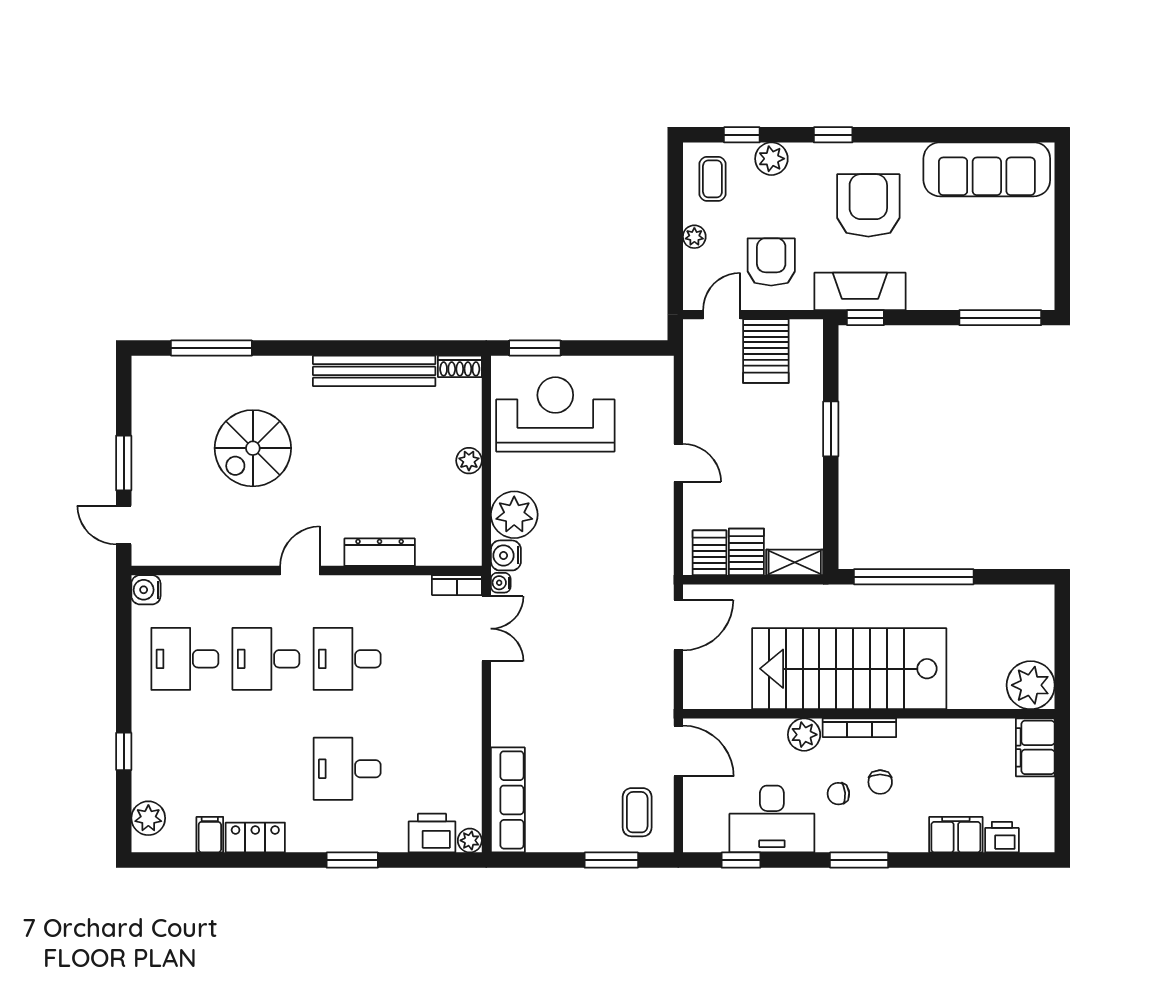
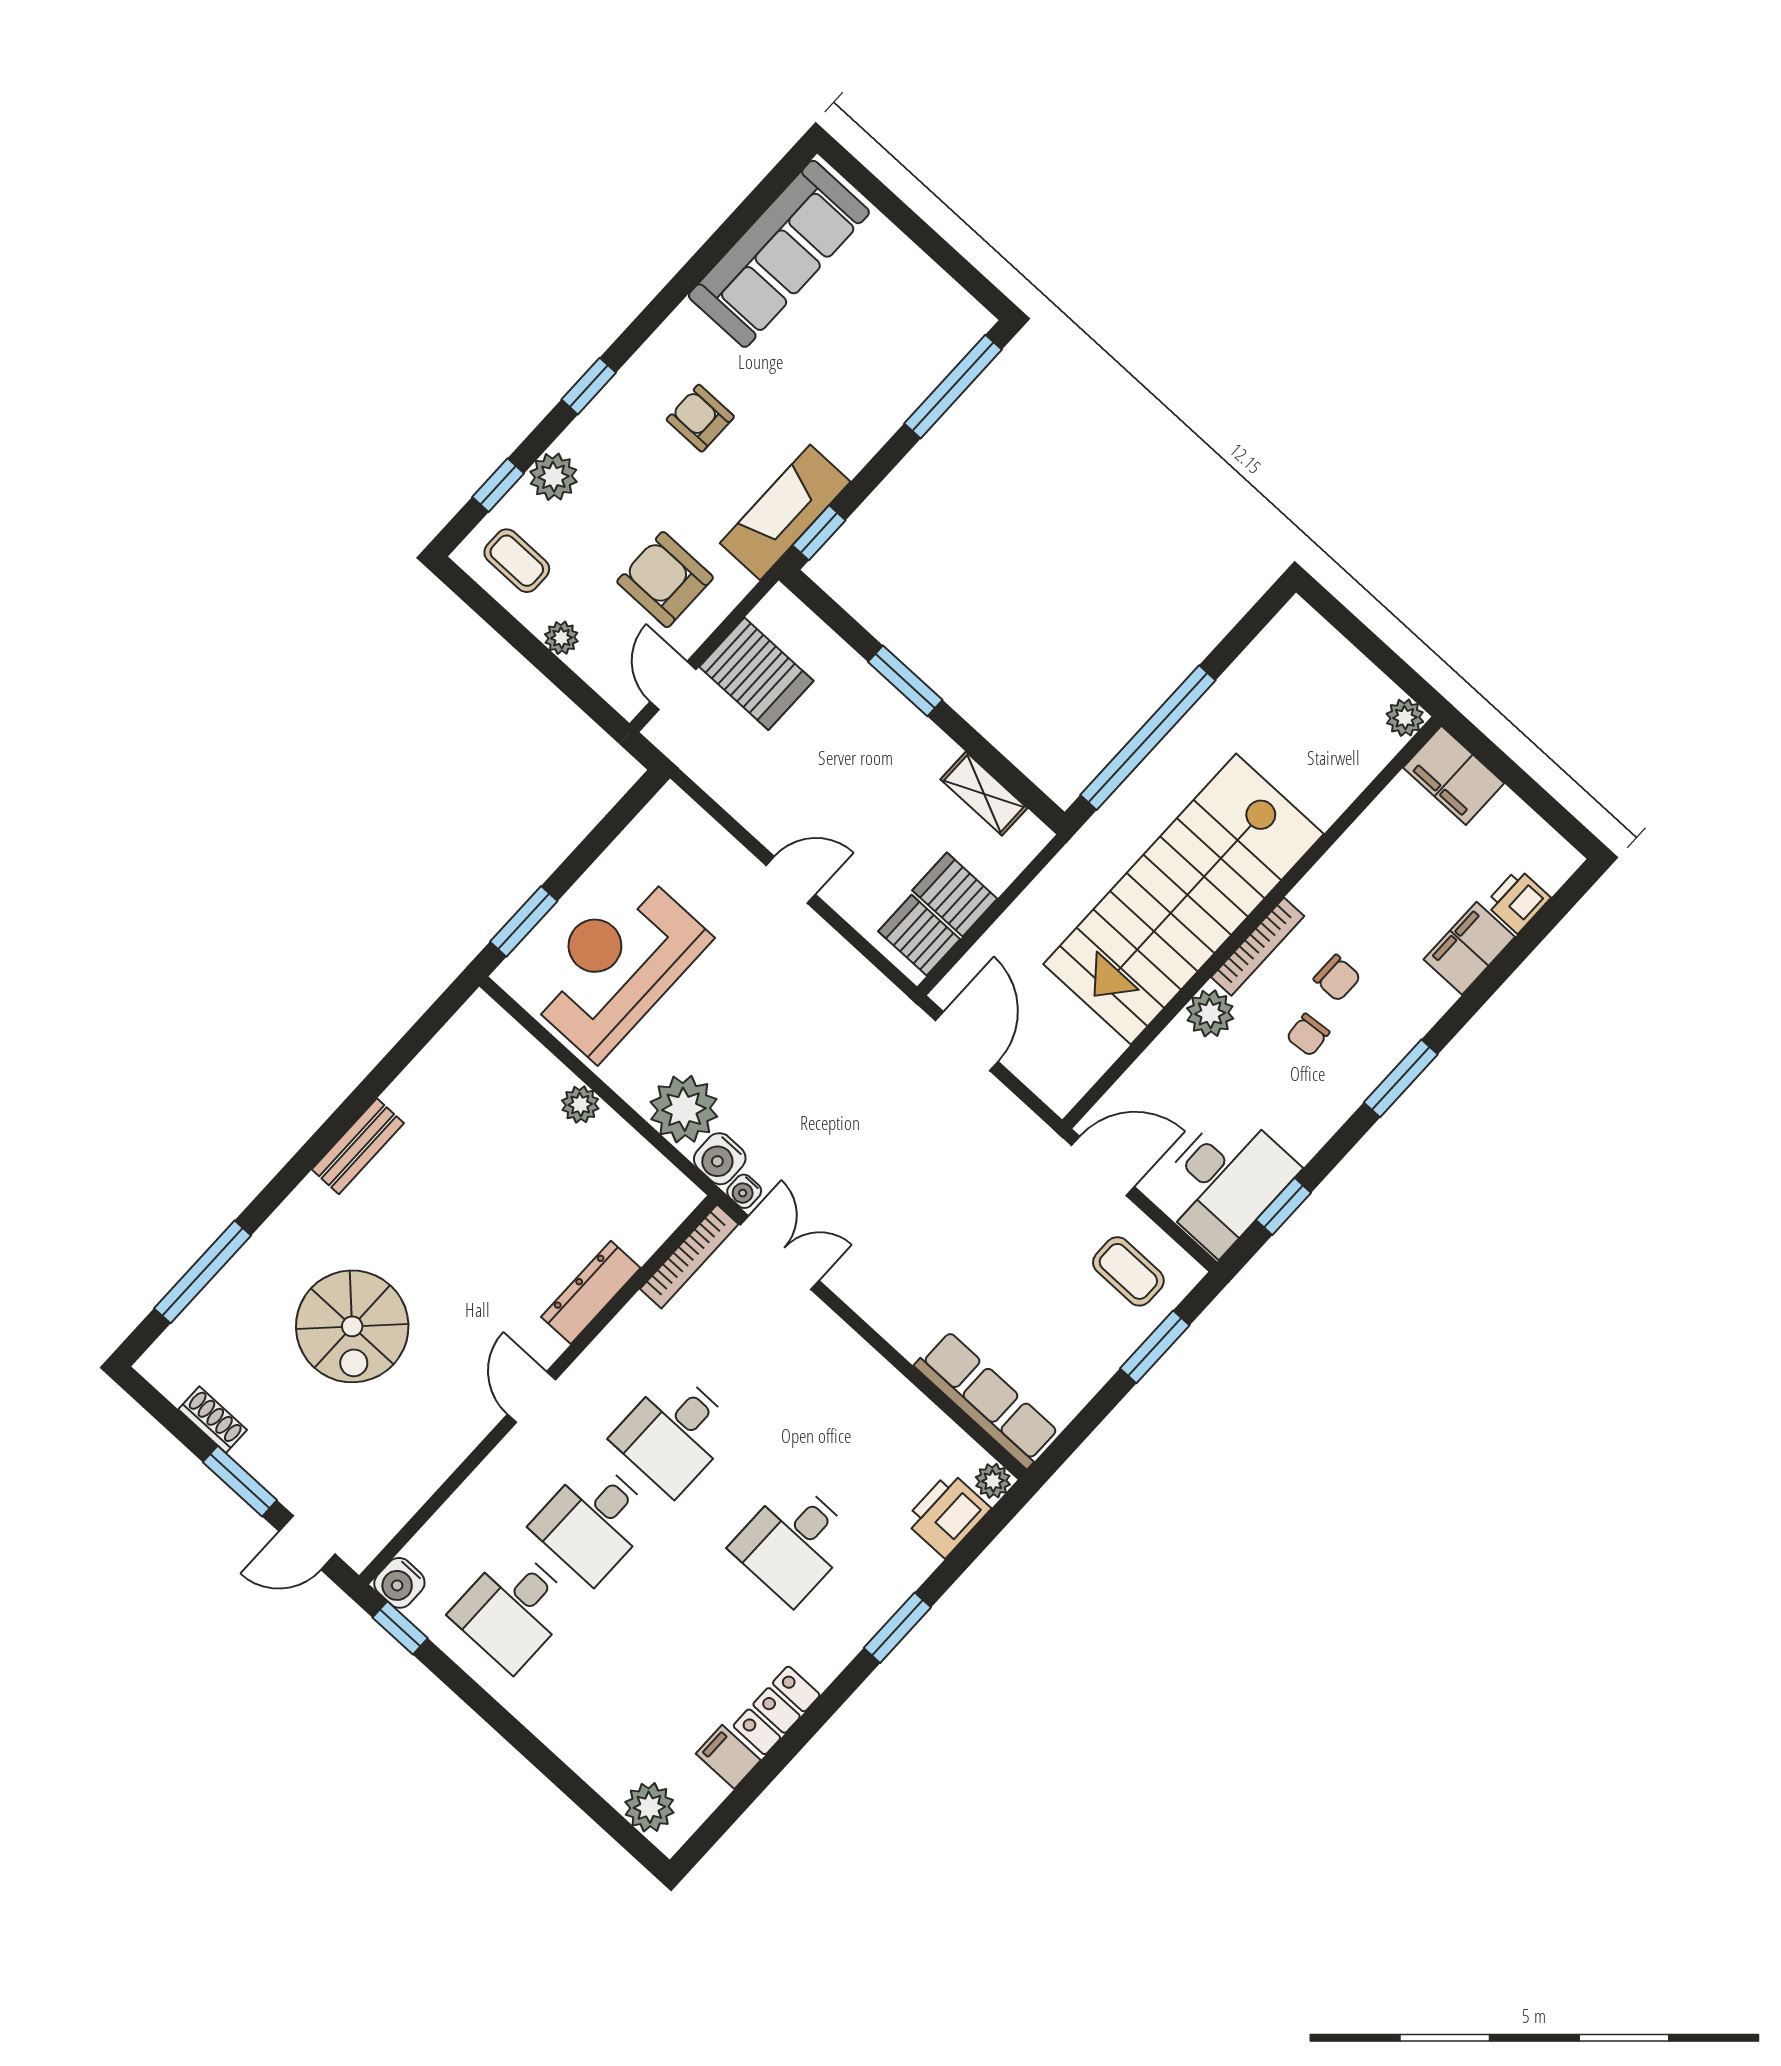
armchair: (868, 205) -> (700, 418), width x0.53, depth x0.53
shoe rack: (460, 366) -> (213, 1420), moved, turned -90
bench: (374, 371) -> (358, 1146), width x0.54, depth x0.82
shelving: (795, 562) -> (984, 794), moved, turned 90
bookcase: (457, 585) -> (689, 1256), width x1.56
plant: (1031, 685) -> (1405, 718), width x0.53, depth x0.53
window: (124, 751) -> (400, 1628), moved
desk: (772, 819) -> (1225, 1181), moved

